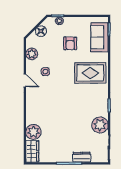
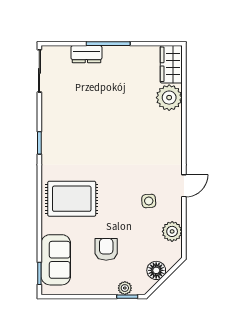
door: (25, 80) -> (184, 186), swing flipped
plant: (100, 125) -> (55, 109), removed

